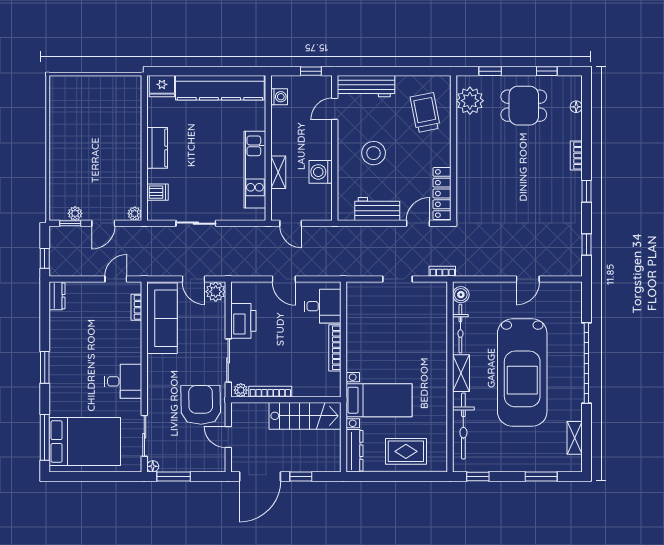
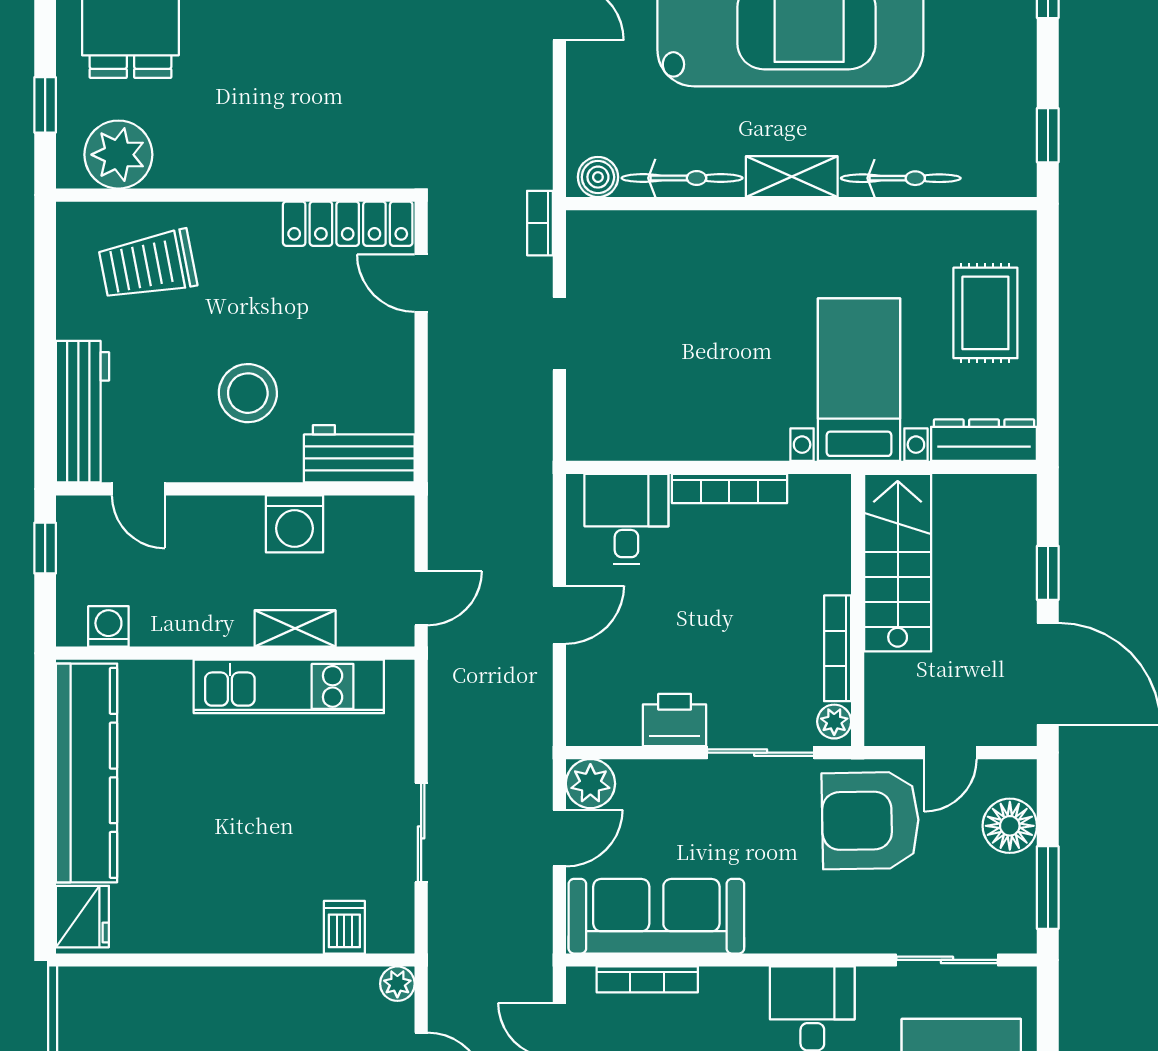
kitchen counter: (157, 148) -> (235, 928), removed
workbench: (377, 209) -> (359, 454), moved, turned 90
bookcase: (136, 307) -> (647, 979), width x1.56
printer: (243, 321) -> (675, 720), width x0.73, depth x0.84
bicycle: (463, 426) -> (901, 178), width x0.73, depth x0.71
floor lamp: (153, 466) -> (1010, 826), moved, width x1.89, depth x1.89

